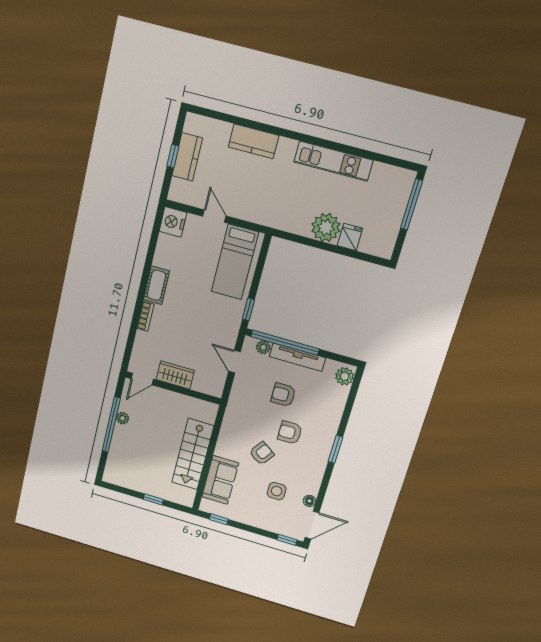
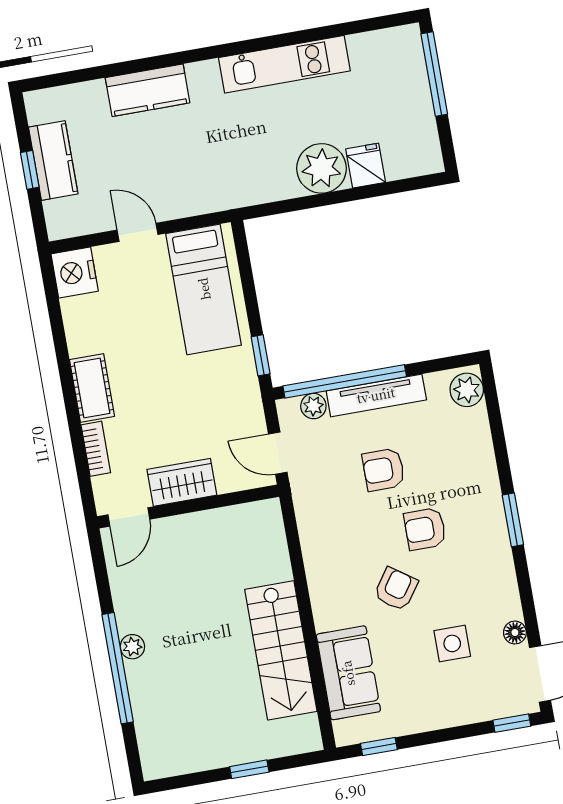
wardrobe: (175, 375) -> (182, 482), moved
door: (142, 379) -> (129, 517), moved
wall: (173, 388) -> (188, 506), moved

